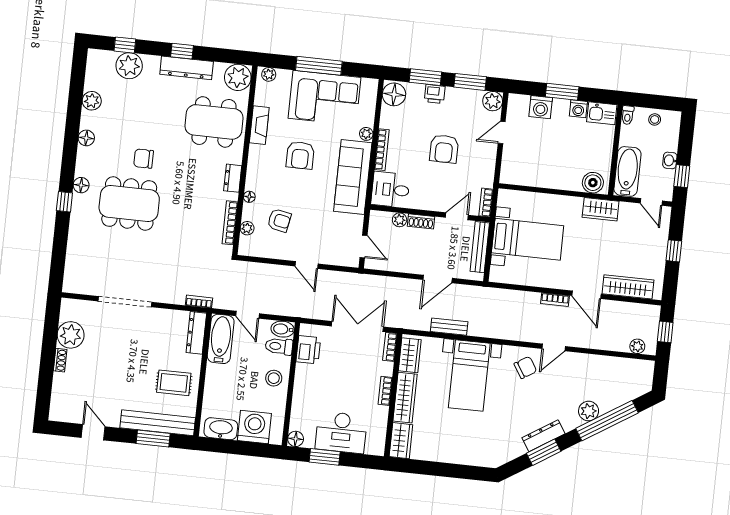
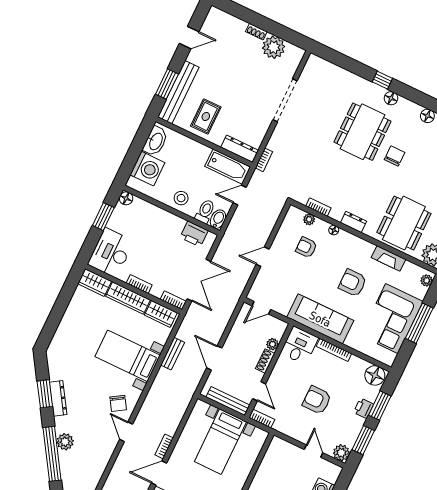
plant: (366, 134) -> (351, 342), removed
armchair: (279, 220) -> (306, 247), turned 79
bookcase: (230, 223) -> (318, 207), width x0.64
desk: (341, 432) -> (111, 253), moved

